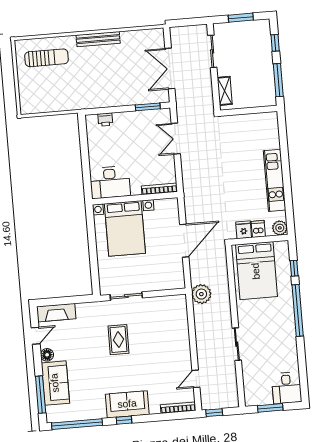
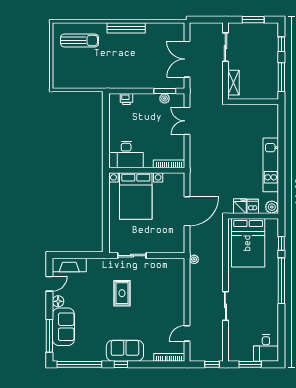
plant: (148, 115) -> (165, 98), added
plant: (201, 294) -> (194, 259), width x0.53, depth x0.53
window: (214, 413) -> (212, 364), moved

